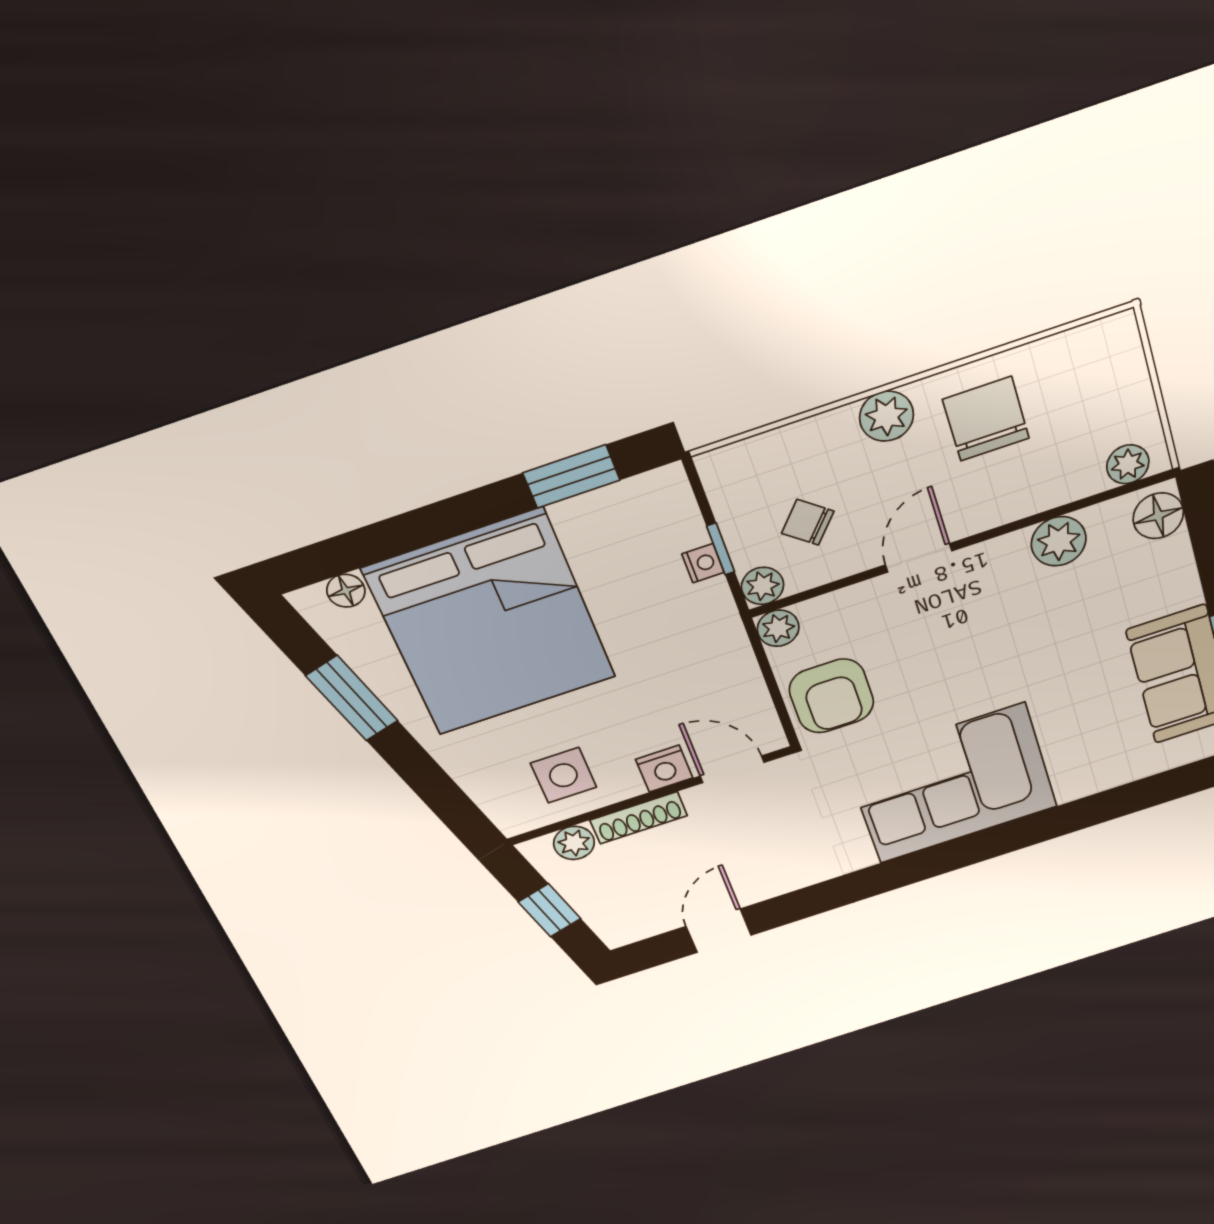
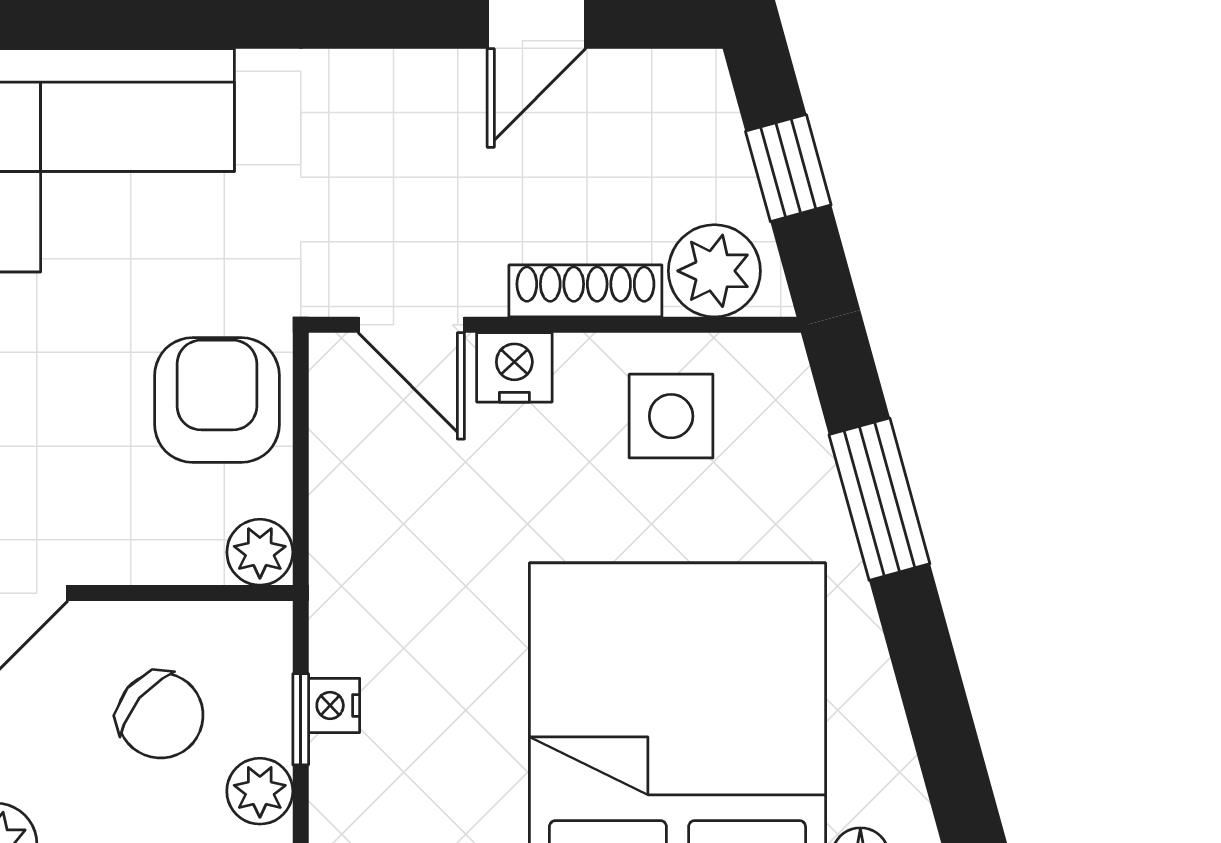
chair: (808, 522) -> (160, 715), width x1.37, depth x1.37
plant: (763, 586) -> (260, 791), moved
window: (352, 698) -> (879, 499), moved
plant: (574, 843) -> (714, 271), width x1.38, depth x1.38

